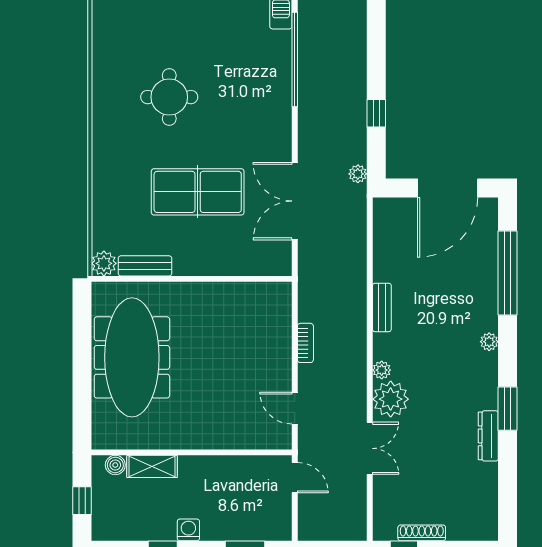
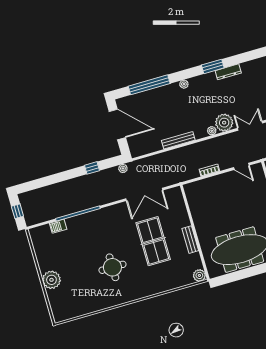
bench: (145, 266) -> (190, 240), moved
bench: (382, 307) -> (178, 140), width x1.36
door: (295, 408) -> (241, 166), hinge flipped

